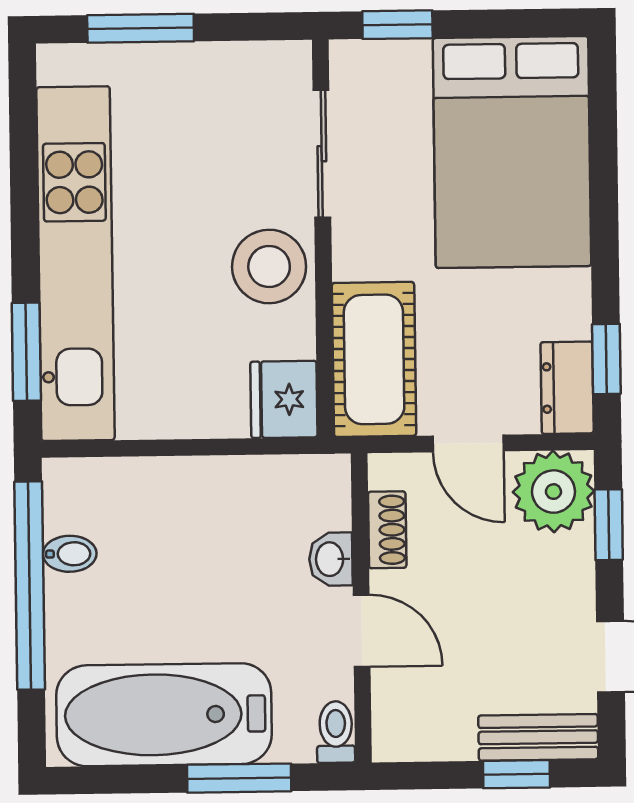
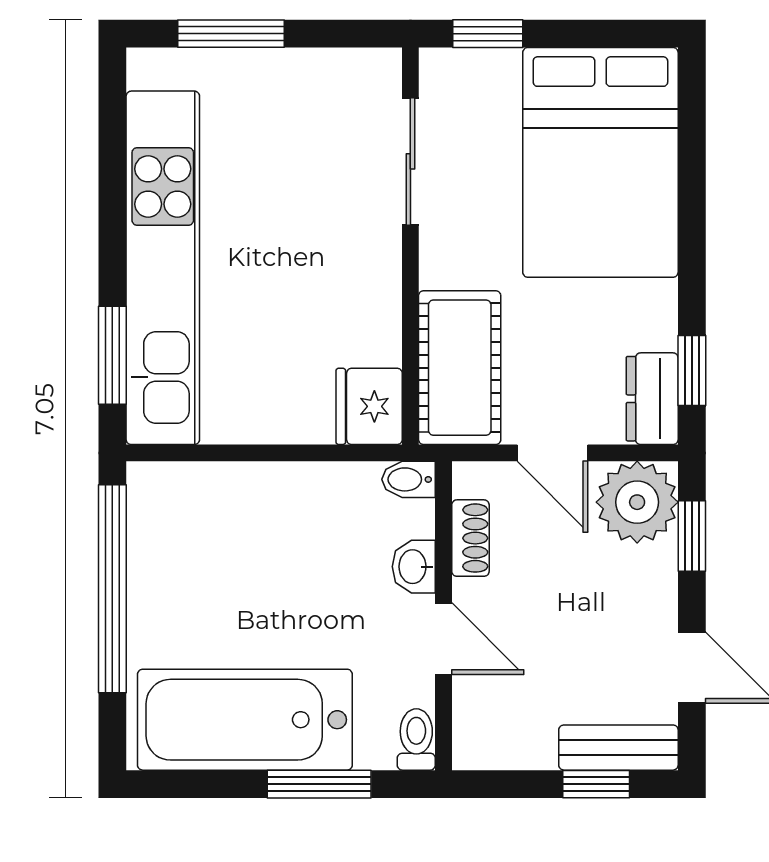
stool: (269, 266) -> (356, 273), removed
bidet: (70, 554) -> (409, 479), moved, turned 180

